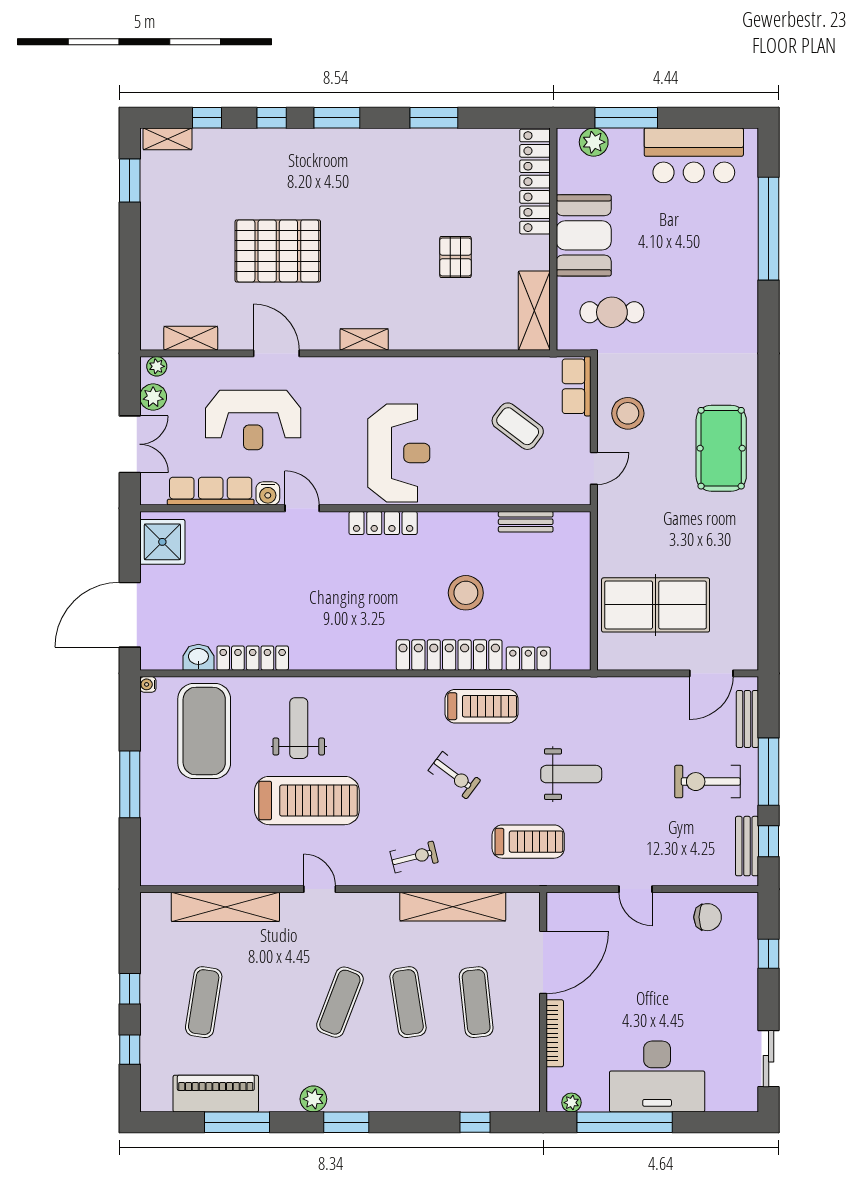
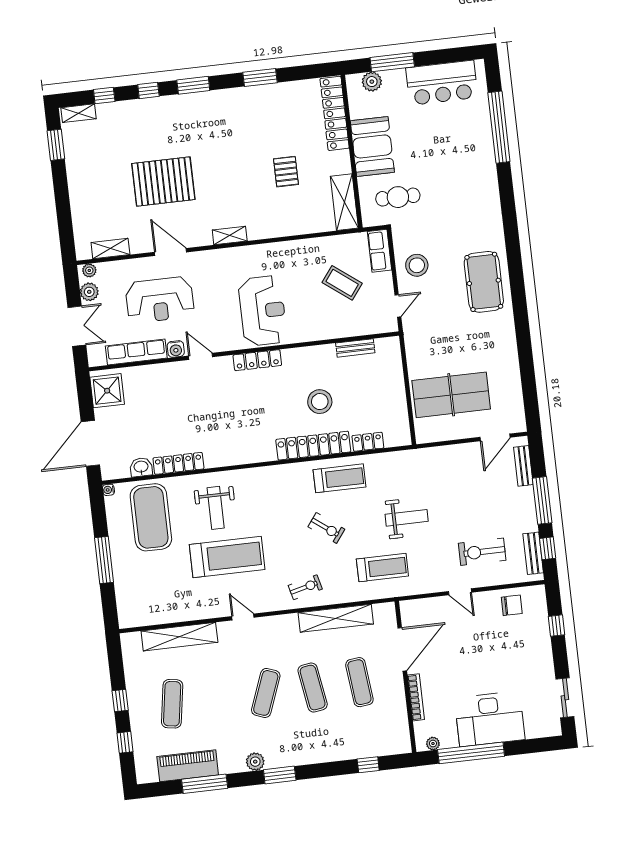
weight bench: (299, 728) -> (216, 508), turned 180
exercise bike: (707, 782) -> (482, 552), moved

